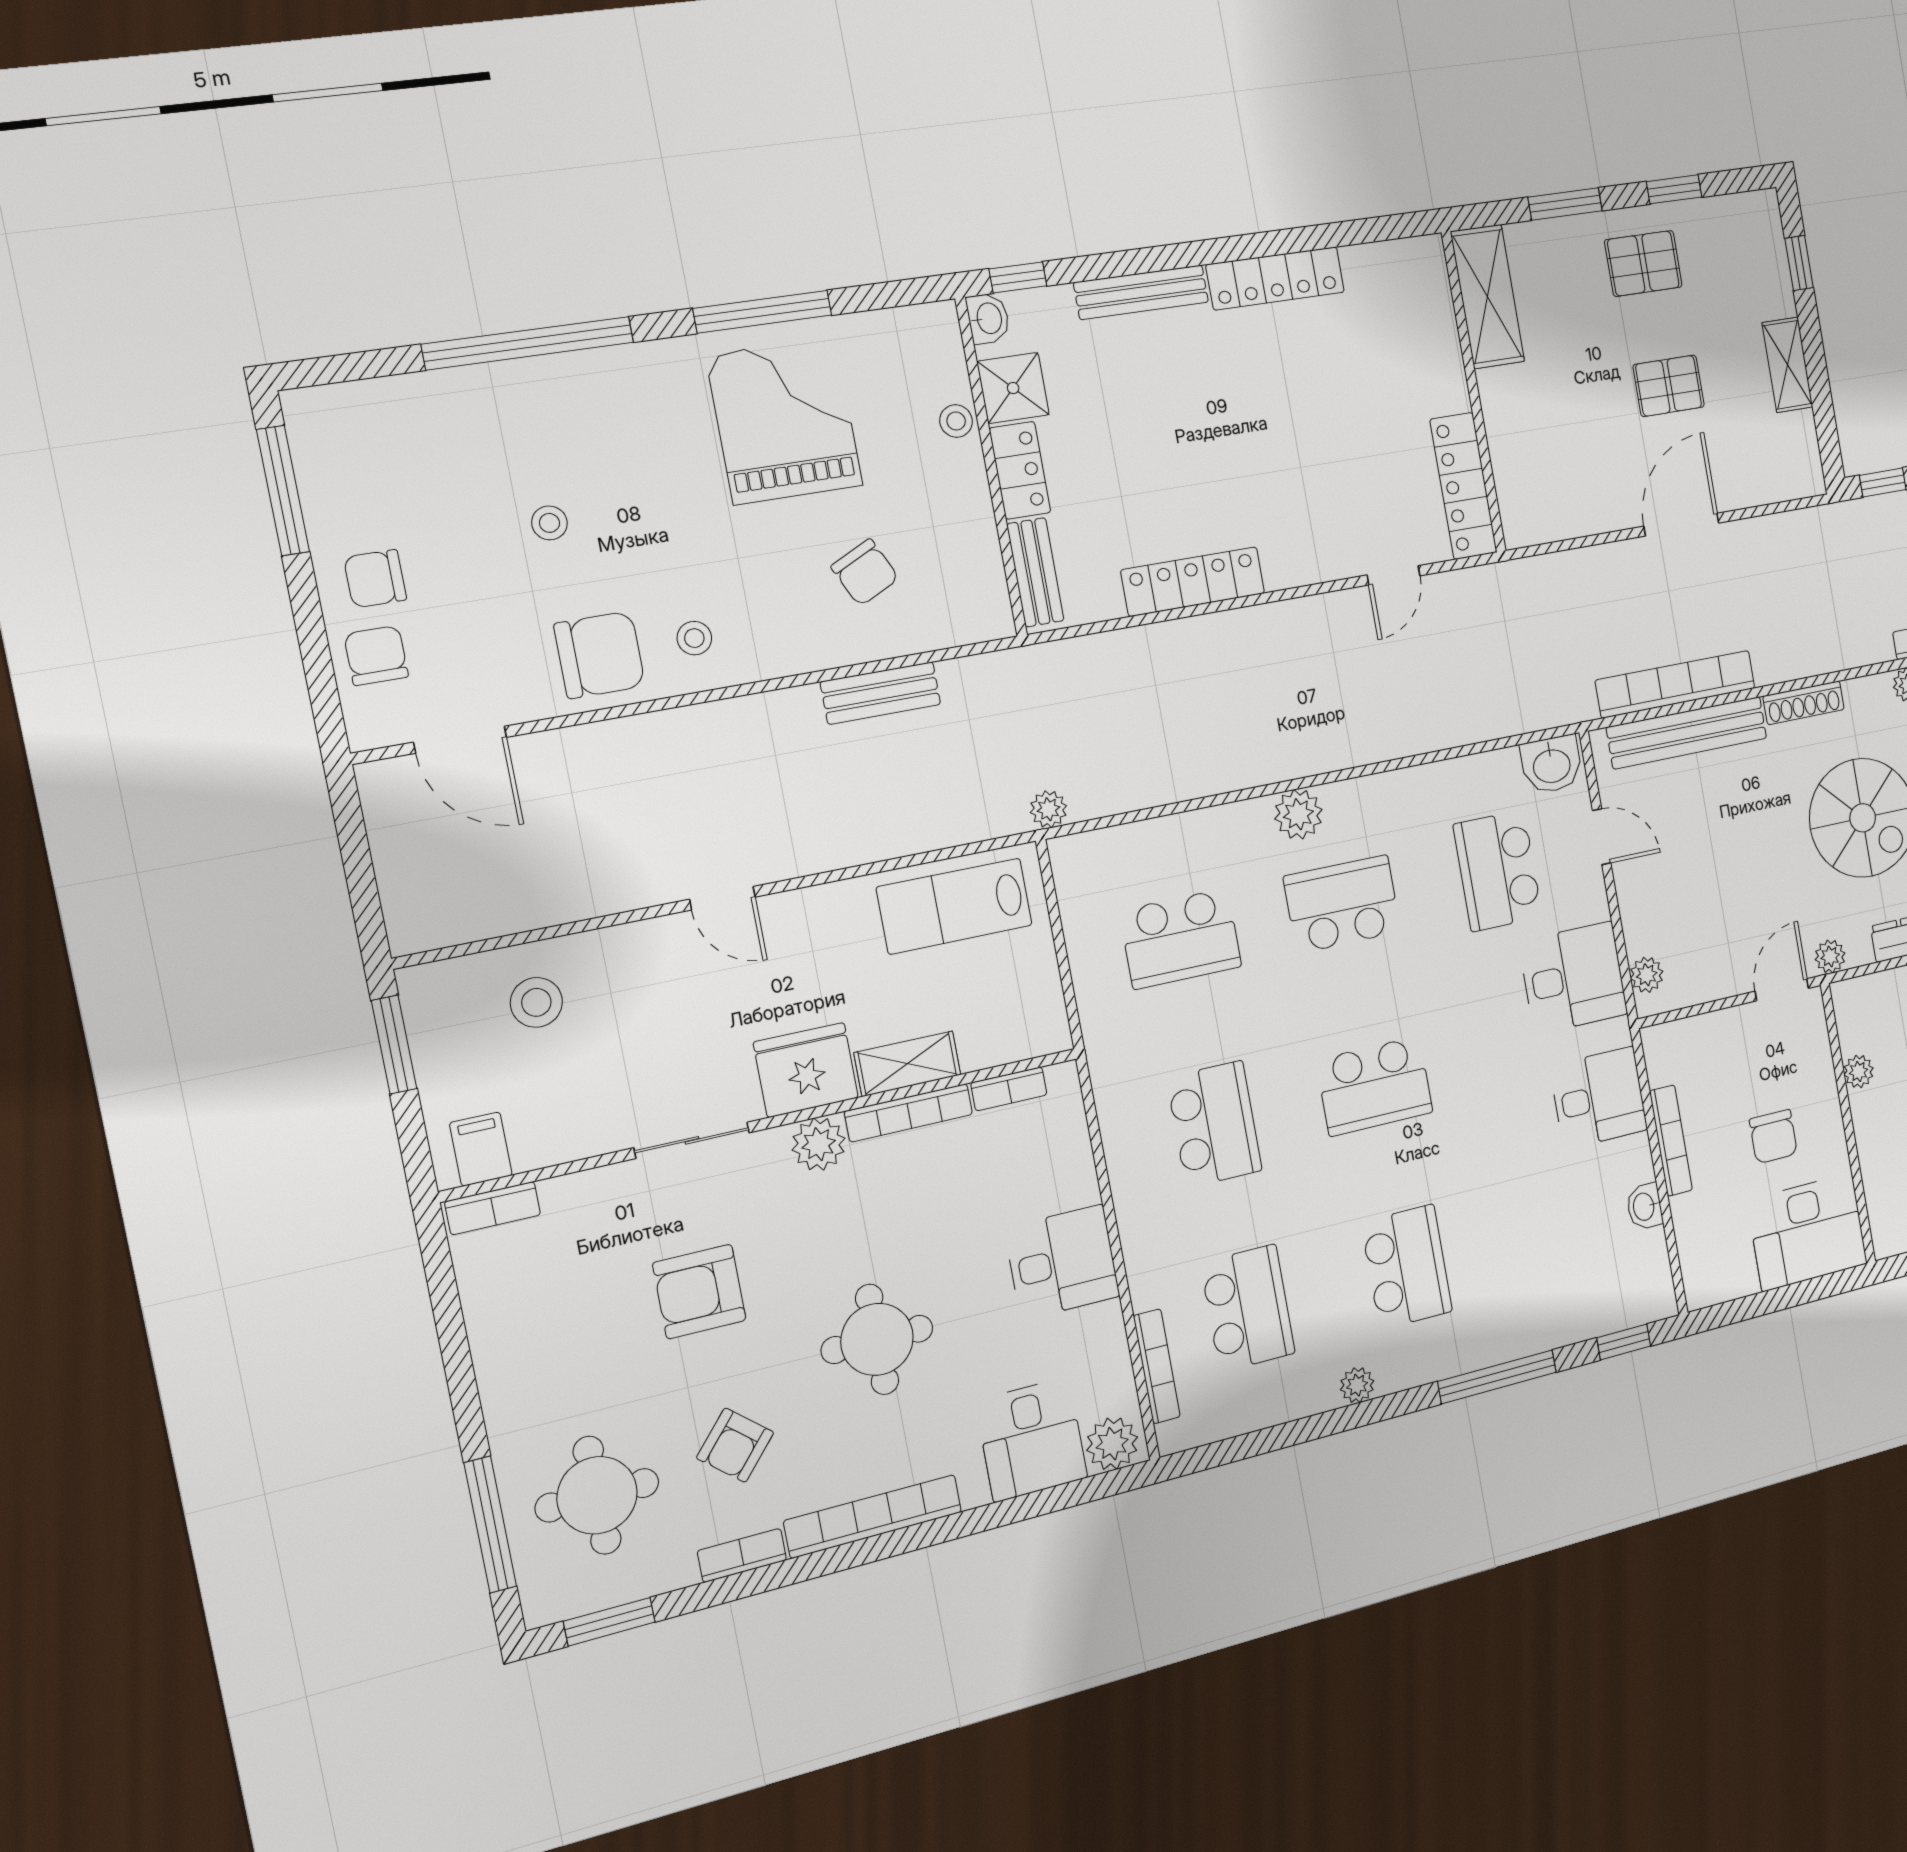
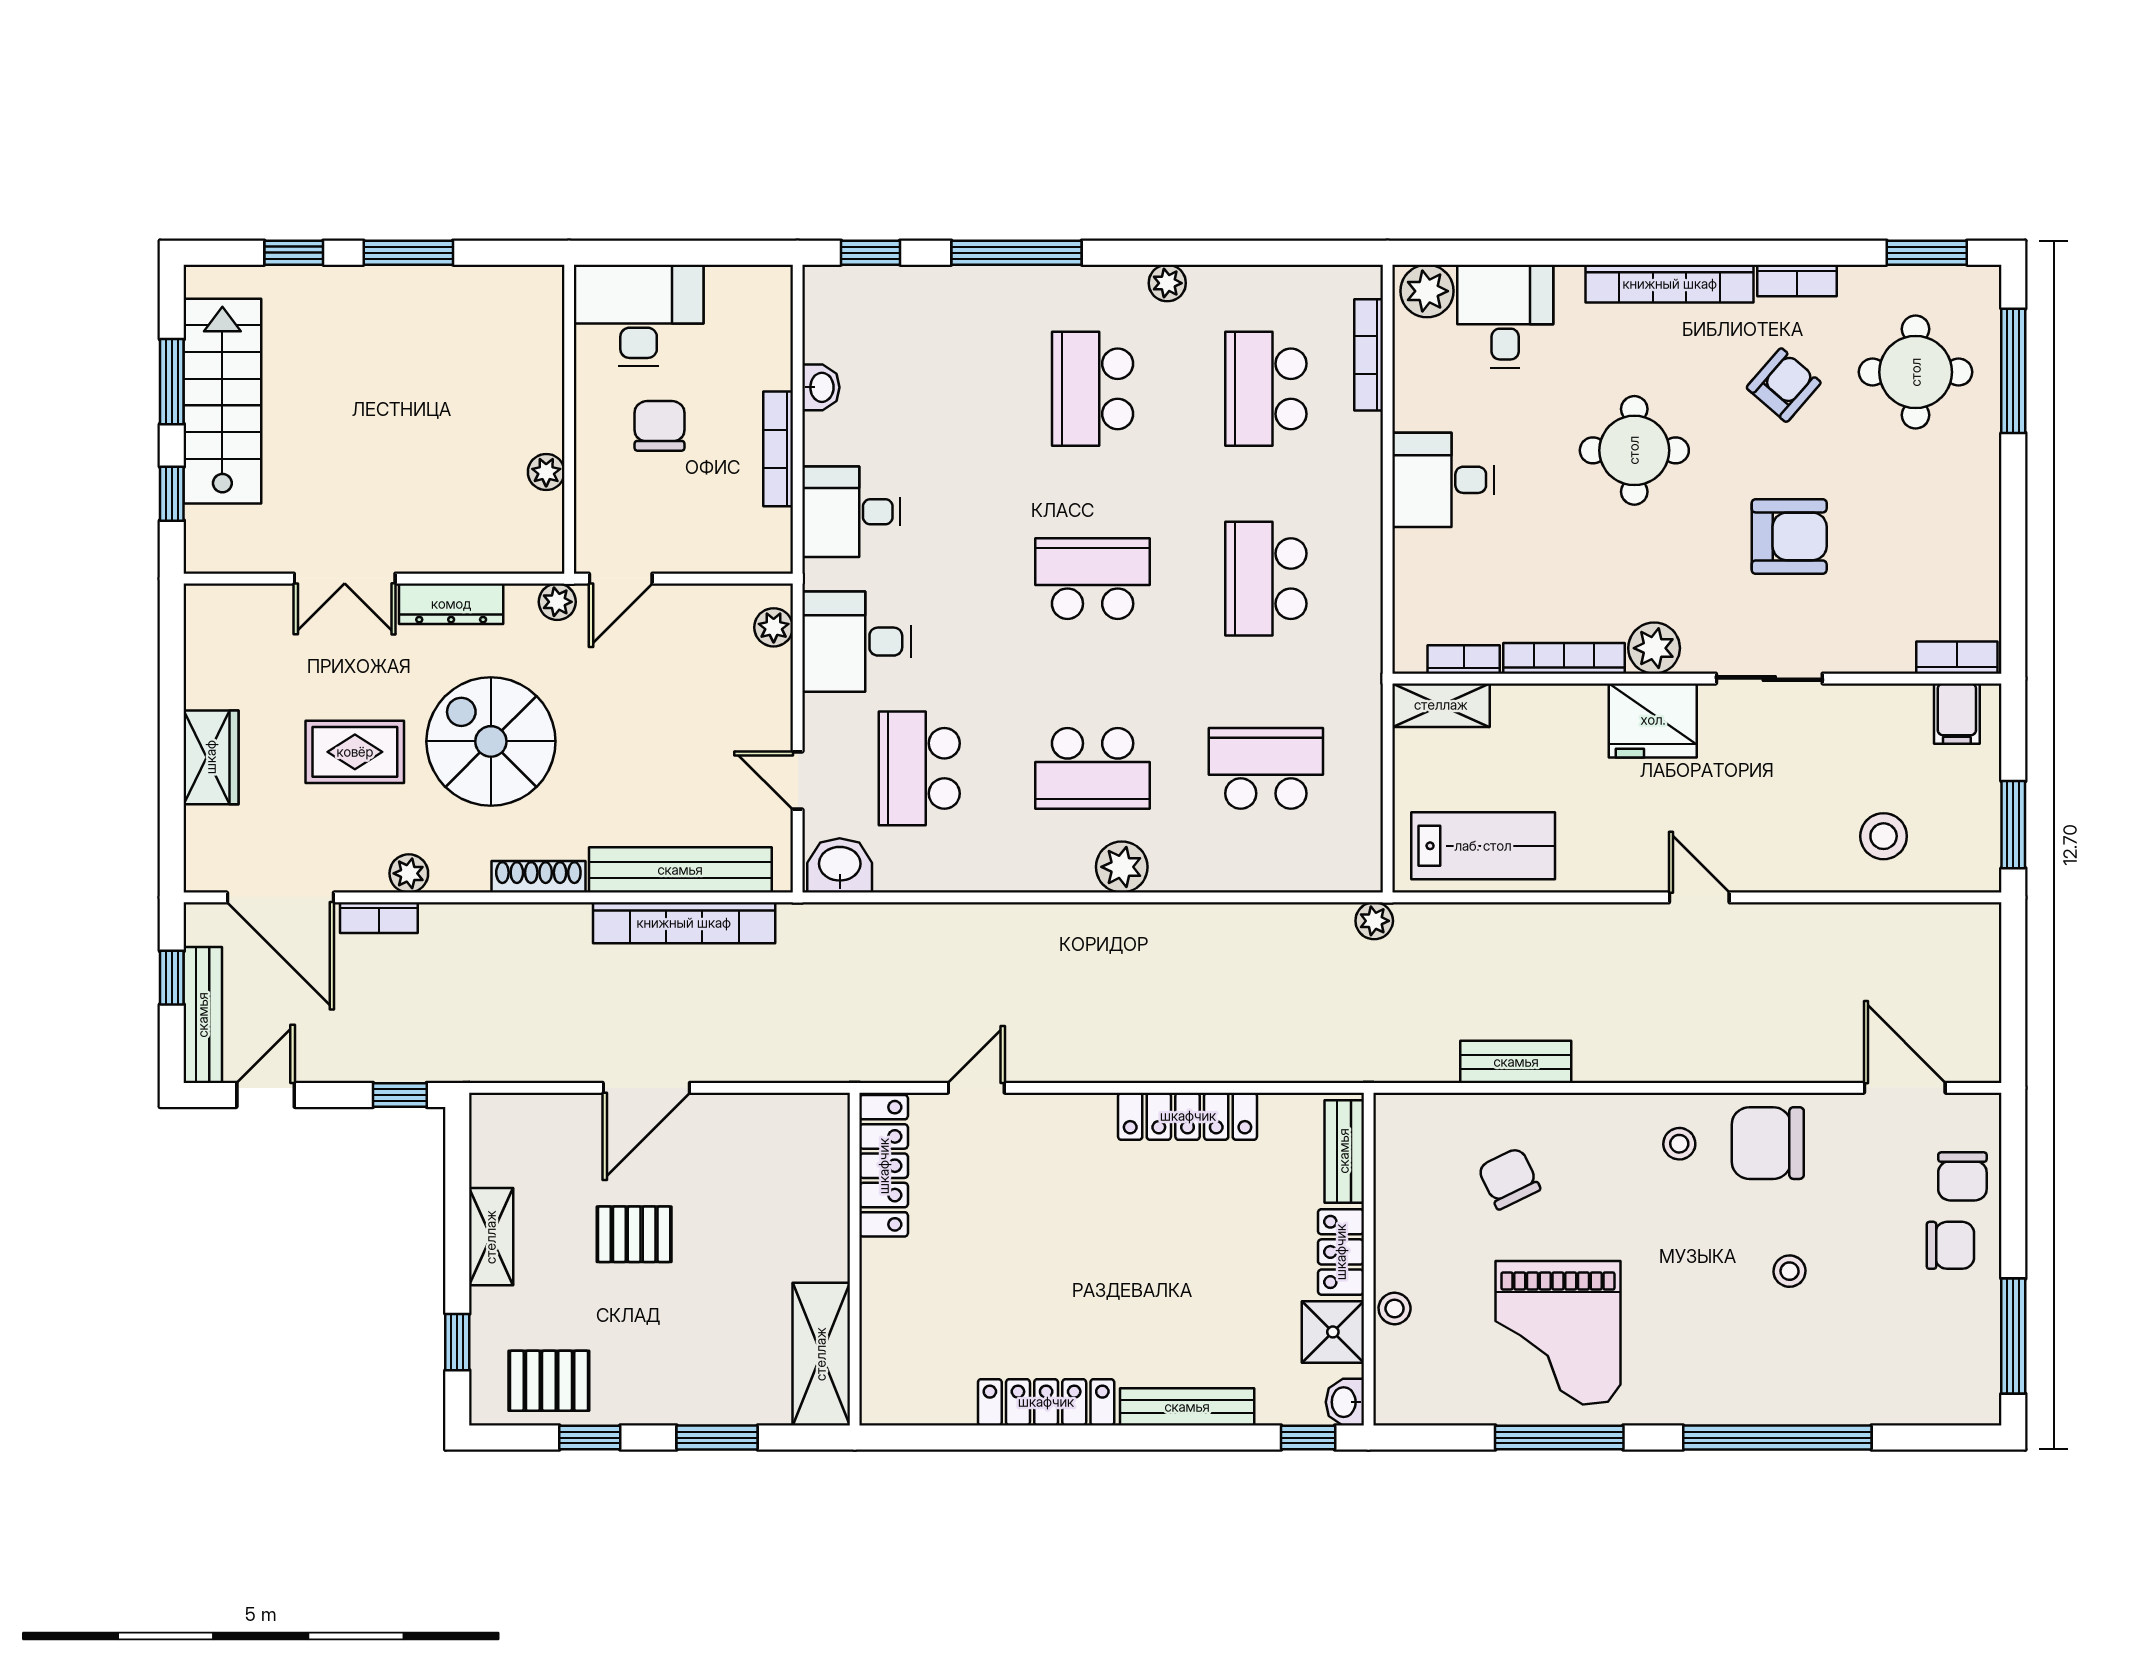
pallet: (1643, 263) -> (549, 1381), moved
school desk: (1498, 871) -> (919, 768), turned 180
shelving: (907, 1064) -> (1441, 705), moved

